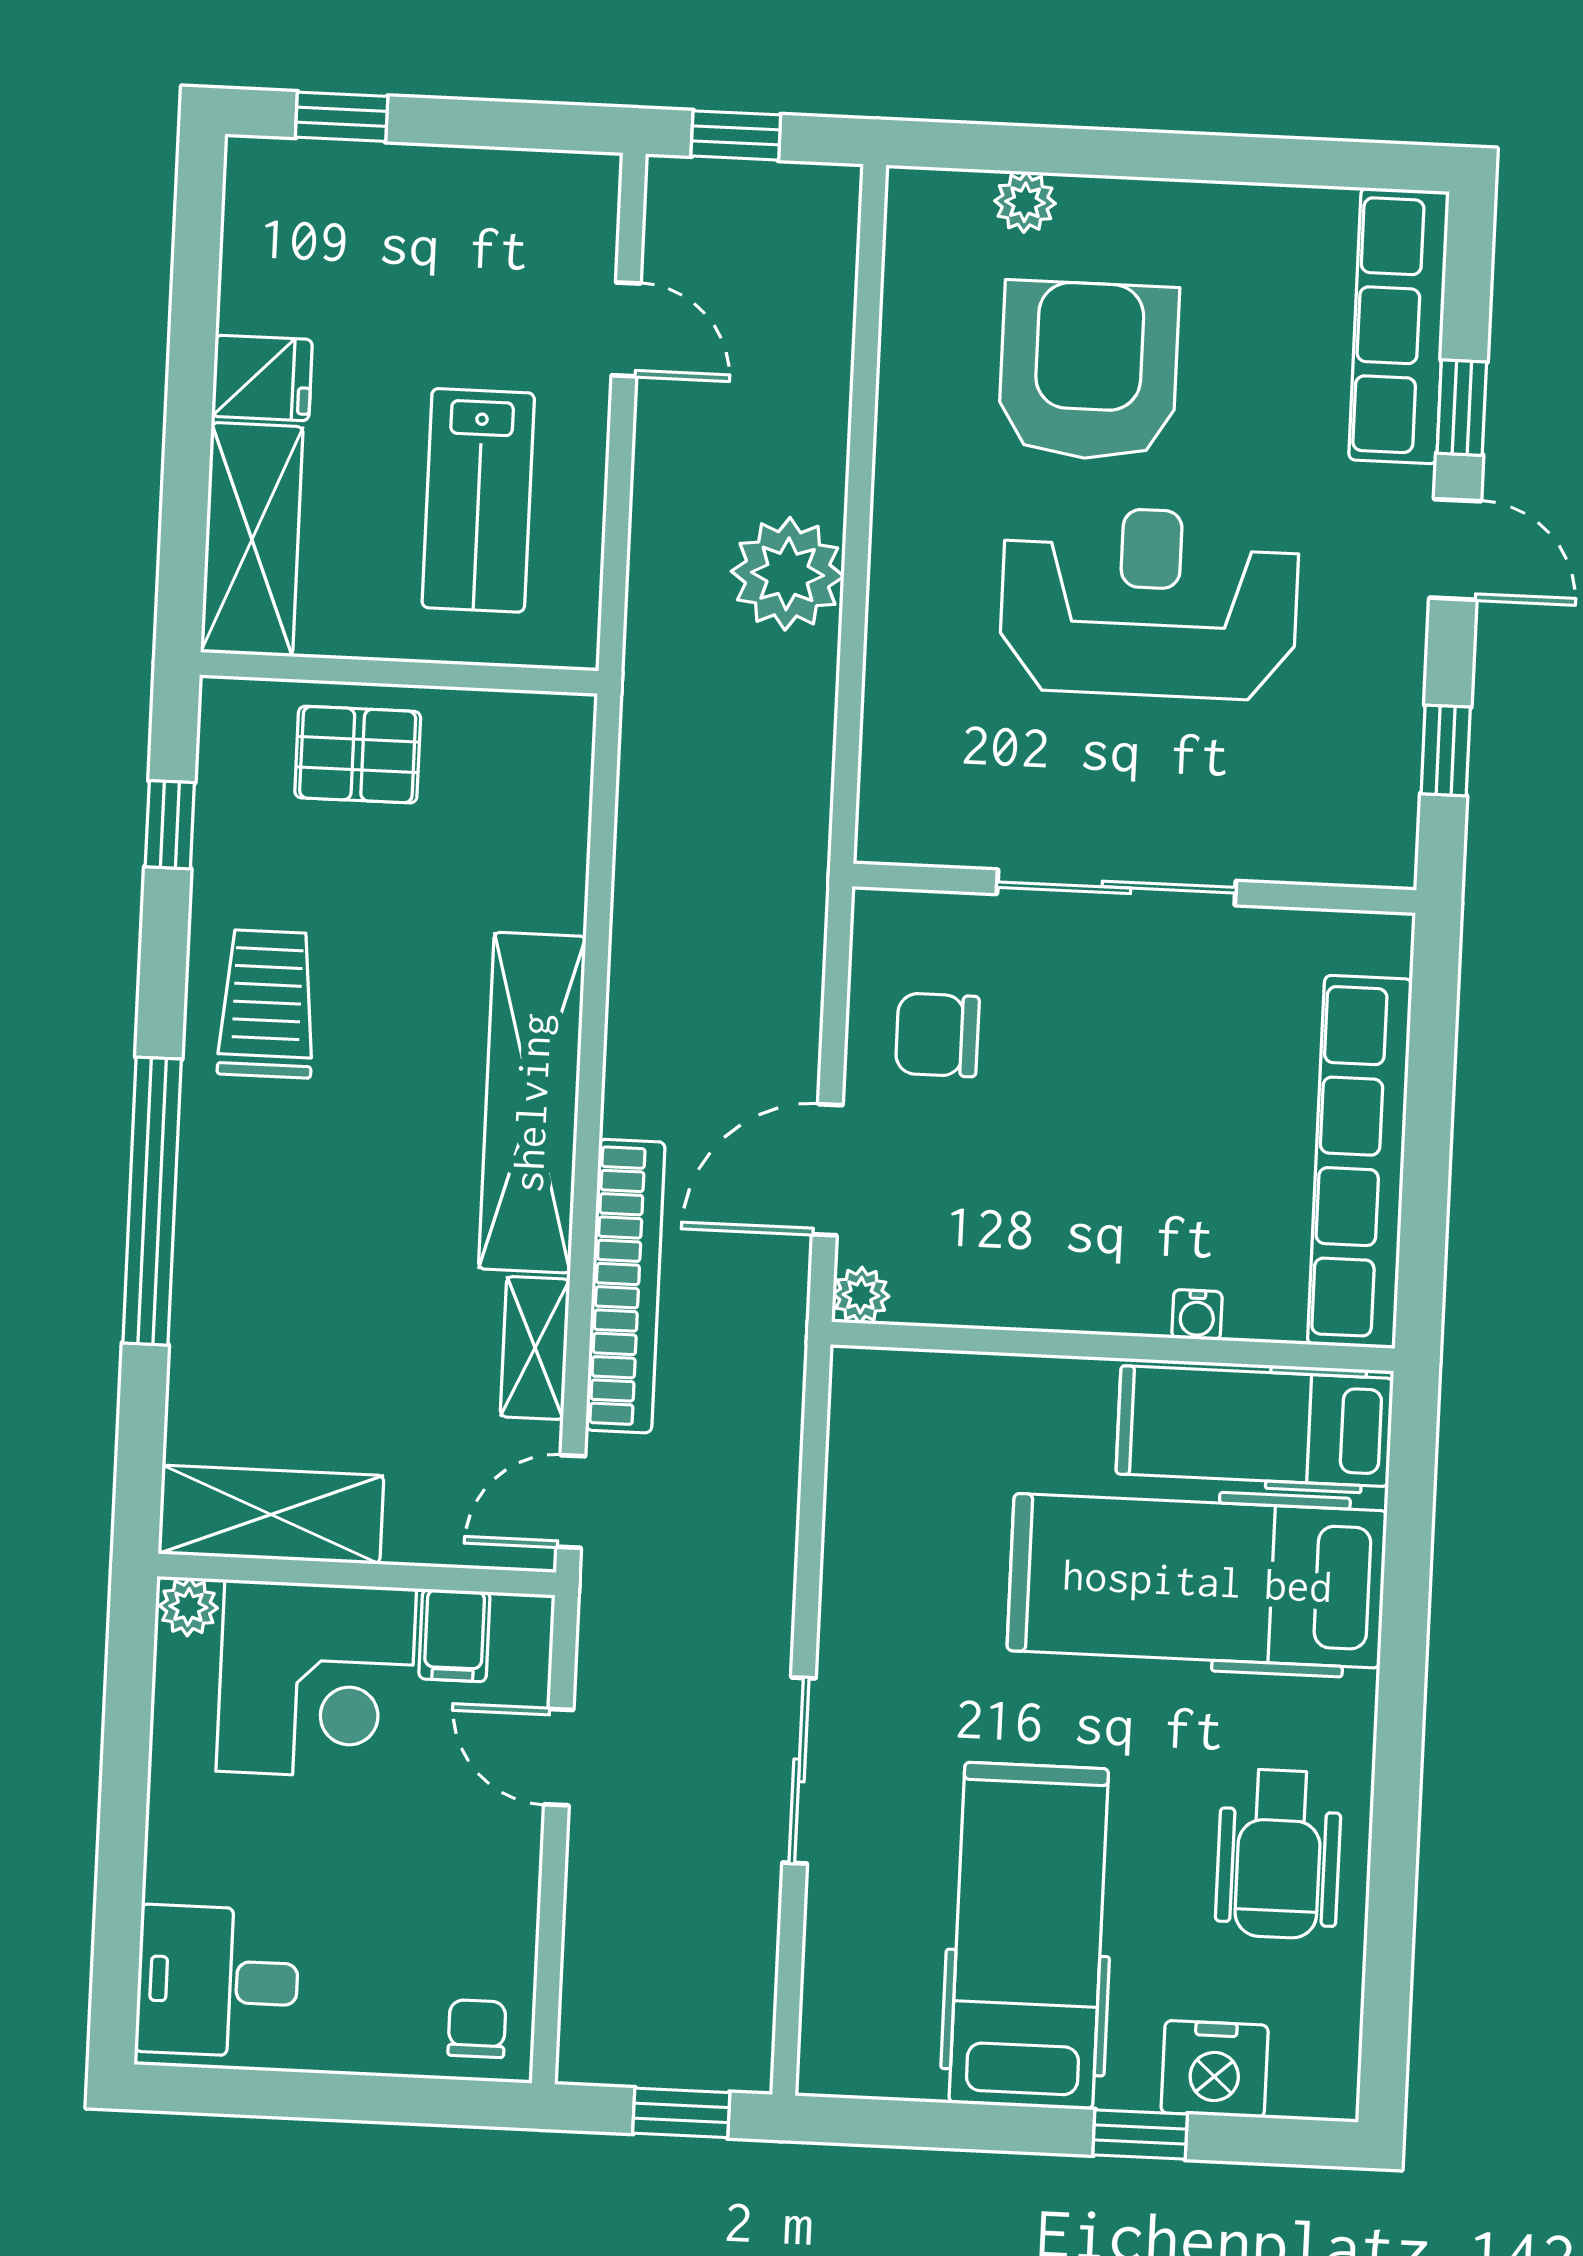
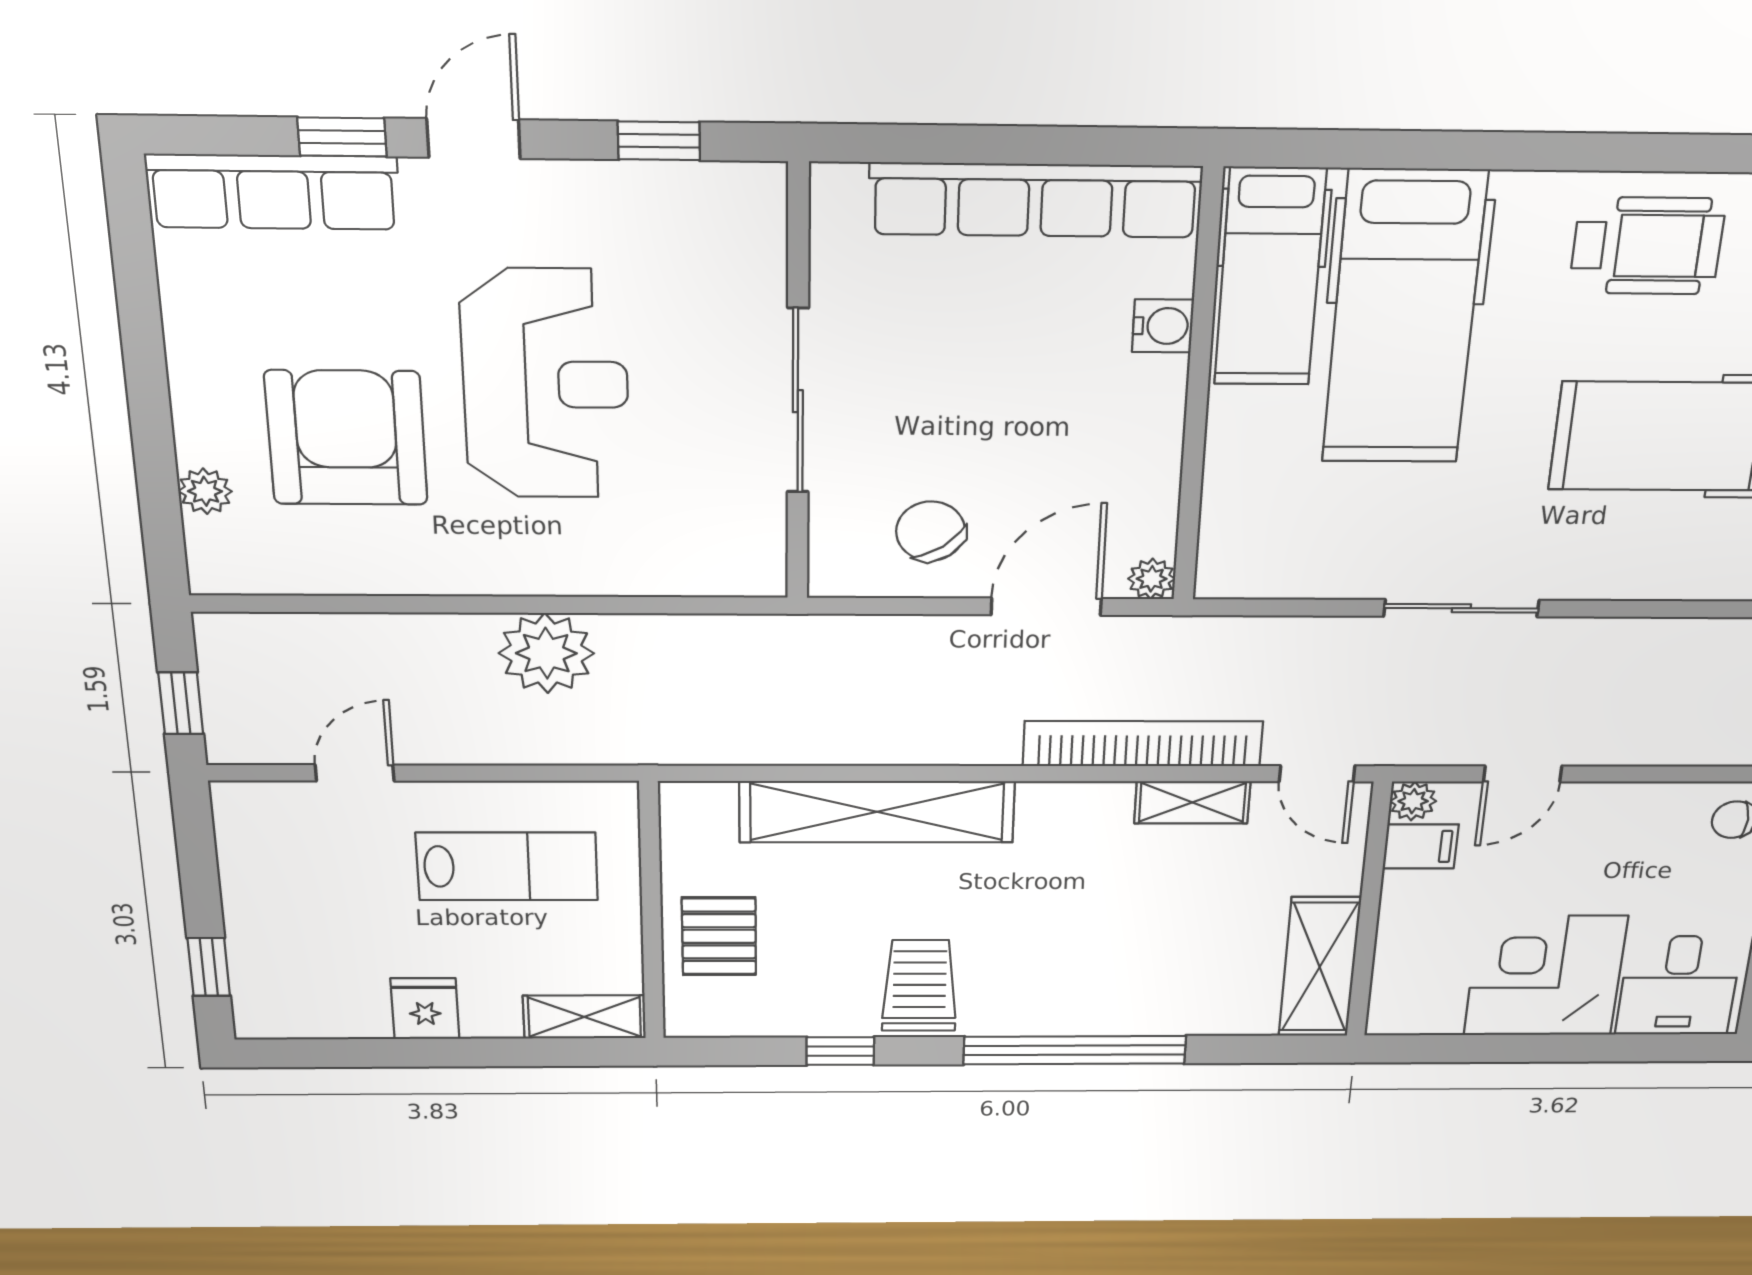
armchair: (1089, 371) -> (346, 438), turned 90
shelving: (252, 539) -> (584, 1017), width x0.67, depth x0.75
reception desk: (1149, 603) -> (546, 384), turned 180
window: (170, 825) -> (840, 1051), moved
trolley: (267, 1004) -> (920, 986), turned 90
chair: (937, 1035) -> (931, 531), turned 144
shelving: (532, 1103) -> (877, 812), moved
door: (827, 1170) -> (1046, 607), swing flipped
water cooler: (1197, 1315) -> (1163, 326), width x1.38, depth x1.38
plant: (188, 1607) -> (1413, 801), moved
corner desk: (316, 1680) -> (1545, 976), moved, turned -90
sliding door: (799, 1770) -> (1461, 608), moved

